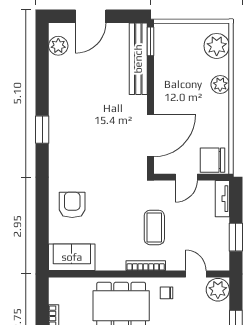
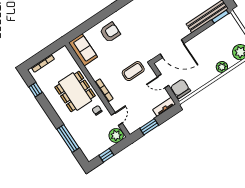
coffee table: (154, 227) -> (133, 71), moved

